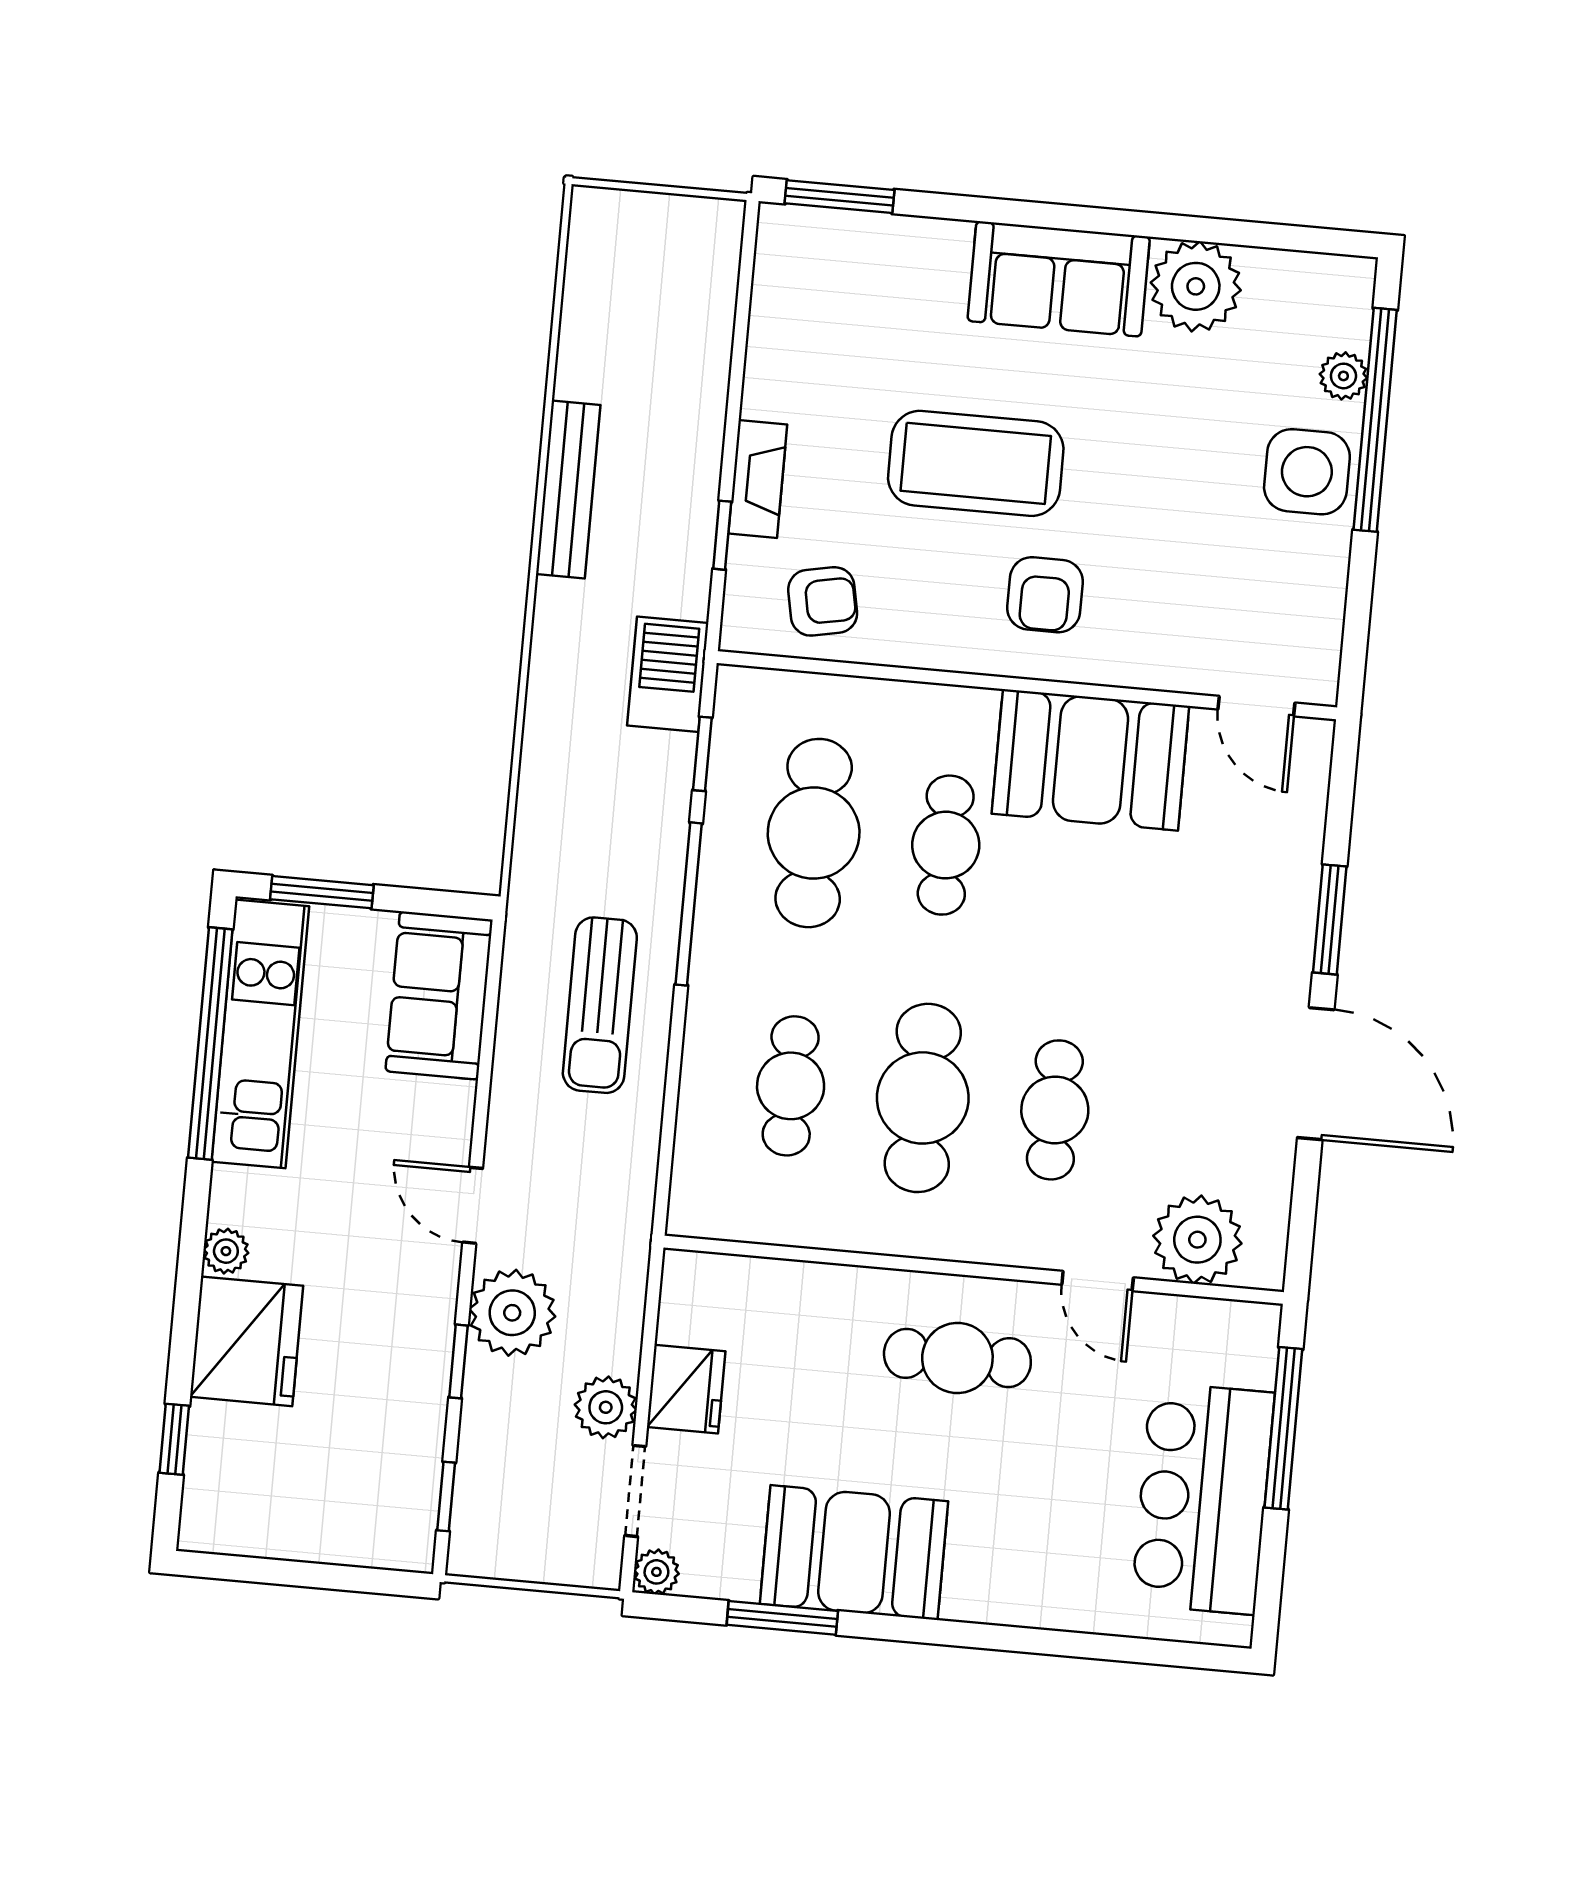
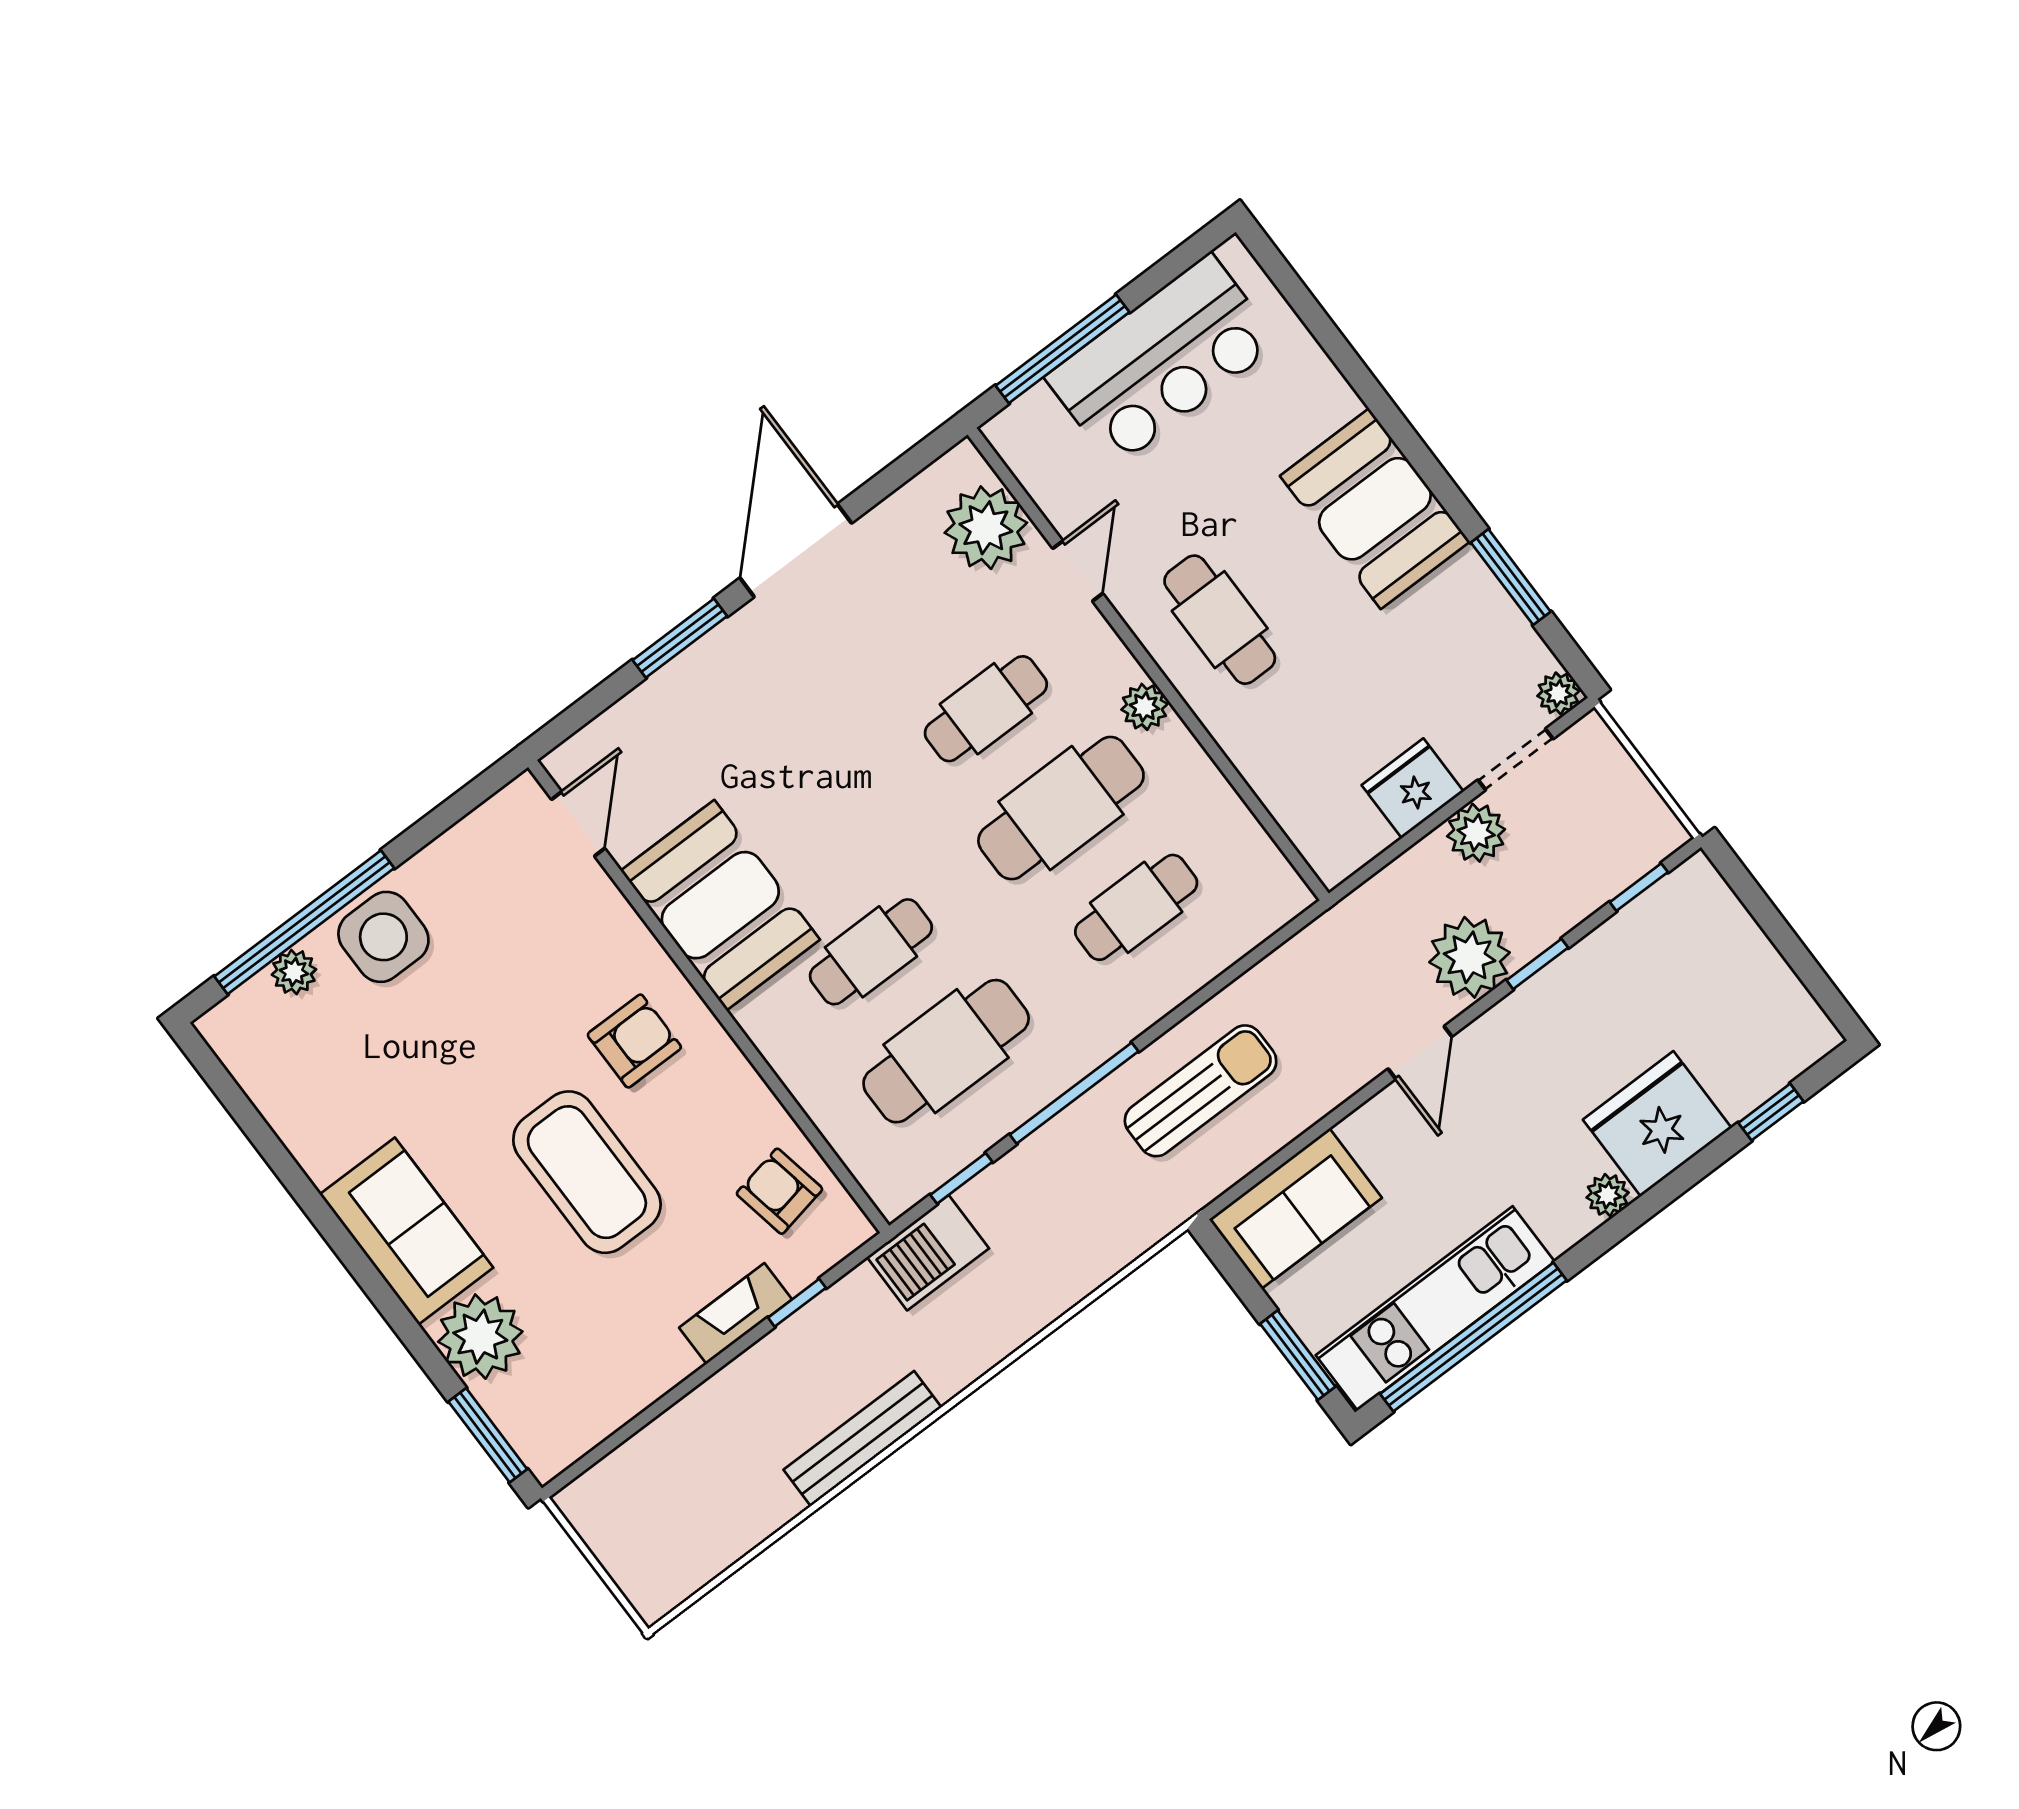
plant: (1196, 286) -> (480, 1337), moved
plant: (943, 1236) -> (1144, 707), added
booth: (854, 1553) -> (1375, 509), moved

